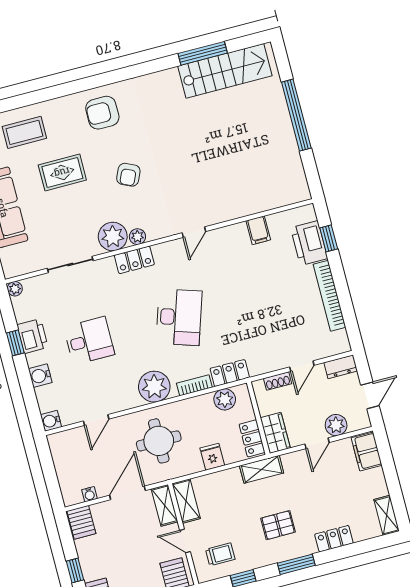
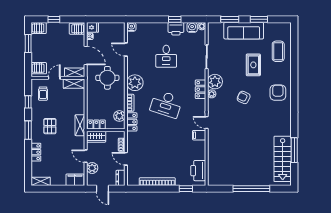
filing cabinet: (258, 230) -> (199, 135), moved
printer: (309, 243) -> (198, 171), moved, turned -90
water cooler: (40, 376) -> (192, 27), moved
fridge: (212, 457) -> (93, 27), moved

